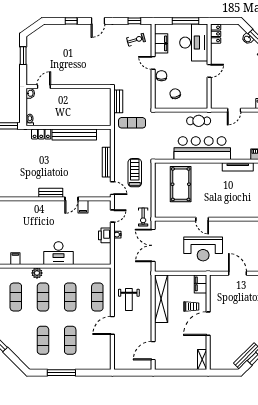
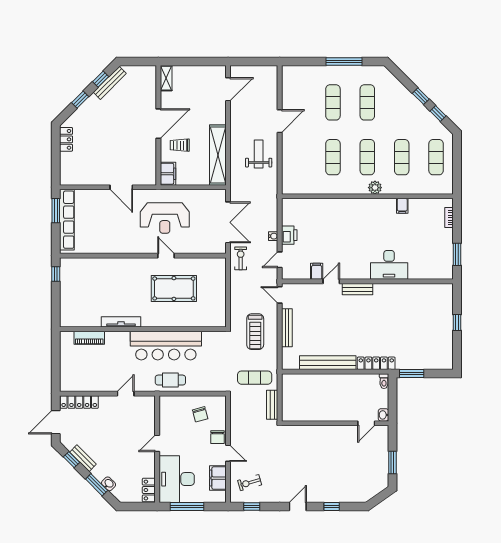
locker: (41, 134) -> (376, 363), width x1.53
treadmill: (135, 173) -> (255, 332), moved
pool table: (181, 184) -> (174, 288), moved, turned 90
reception desk: (203, 249) -> (165, 218), turned 180
desk: (58, 253) -> (389, 265), moved, turned 180
exercise mat: (97, 297) -> (299, 157), removed

